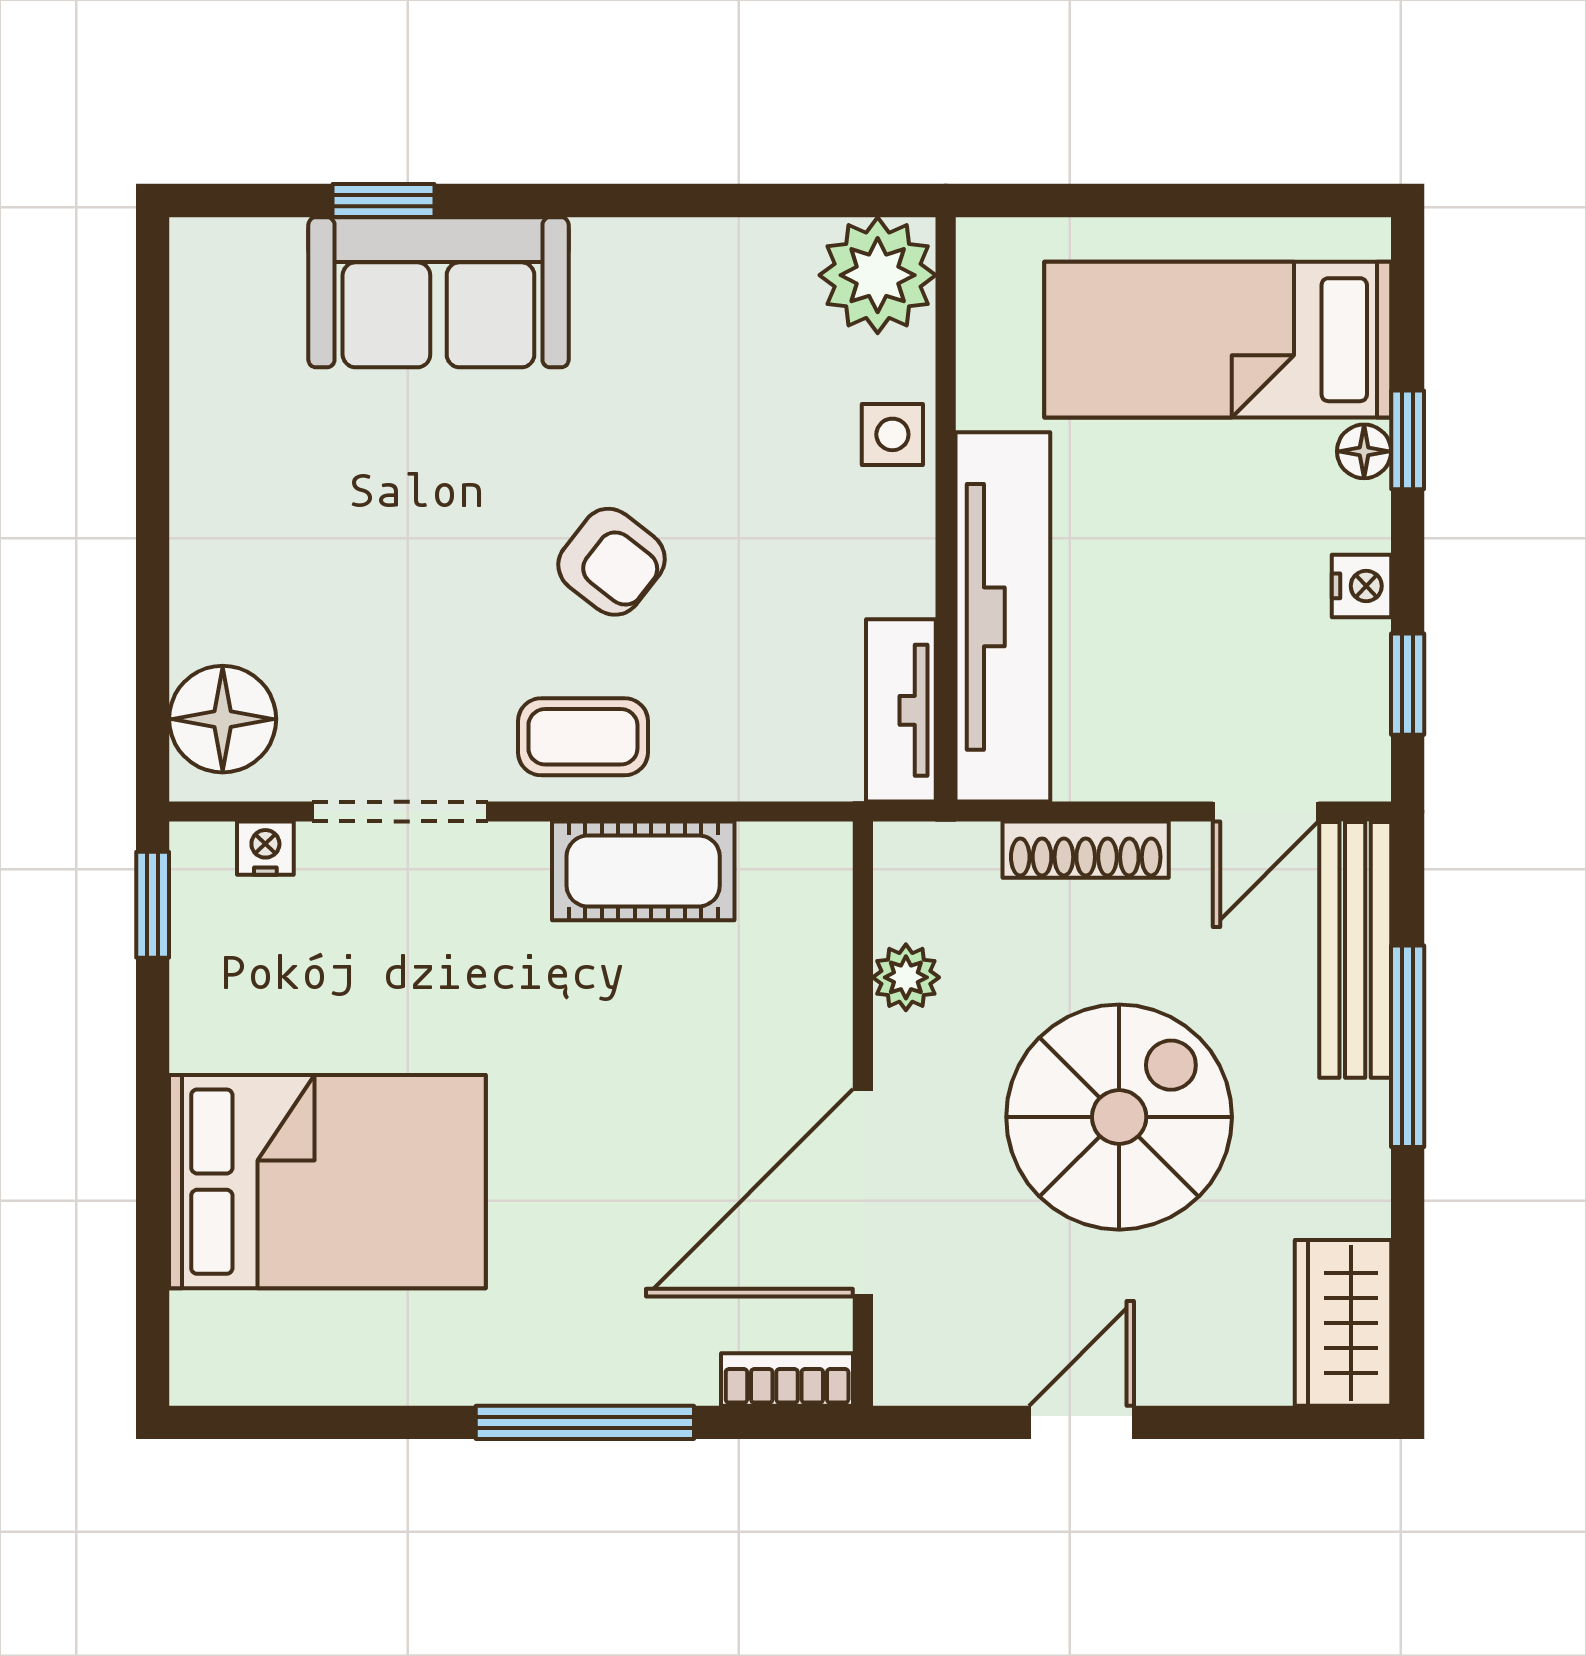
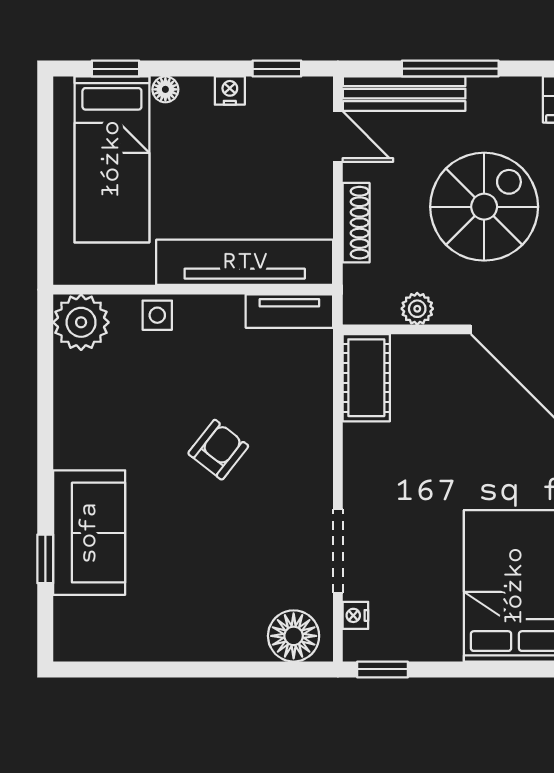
window: (1408, 440) -> (115, 69), moved
coffee table: (583, 737) -> (302, 463), removed
cot: (643, 871) -> (366, 378), moved
spiral stairs: (1119, 1117) -> (484, 207), turned 90

